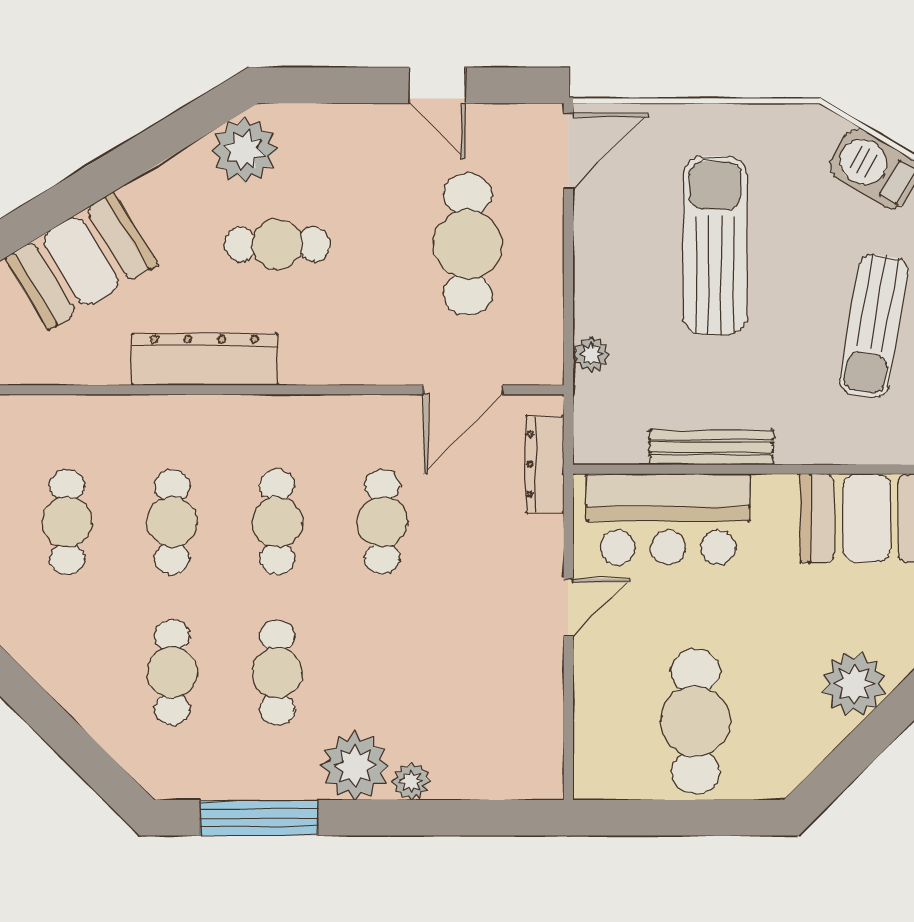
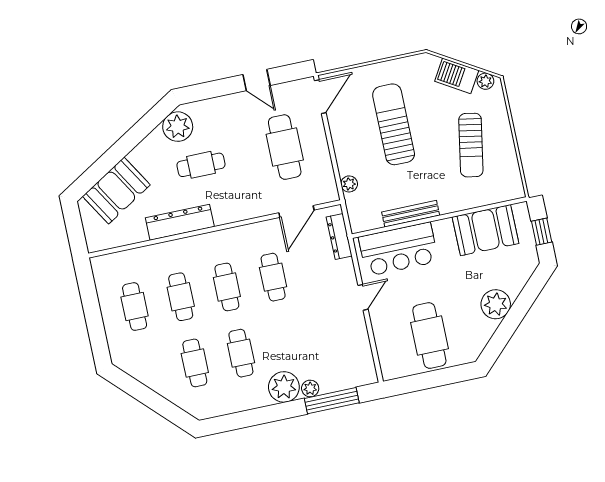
window: (259, 818) -> (332, 401), moved

